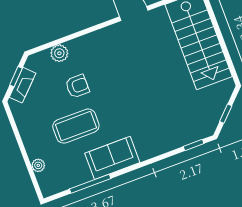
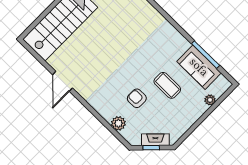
coffee table: (76, 126) -> (167, 85), width x0.73, depth x0.76
sofa: (112, 158) -> (199, 67), moved

